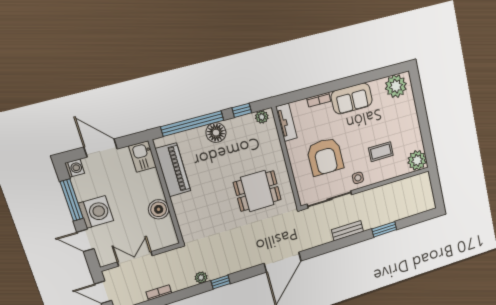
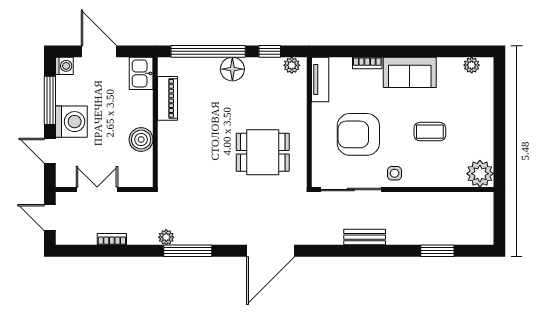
plant: (396, 86) -> (472, 65), width x0.53, depth x0.53
coffee table: (381, 152) -> (430, 132), moved
armchair: (325, 157) -> (358, 134), turned 90
piano: (173, 170) -> (167, 98), width x0.73, depth x0.75
window: (384, 229) -> (437, 251), moved
window: (221, 282) -> (188, 251), width x2.17

